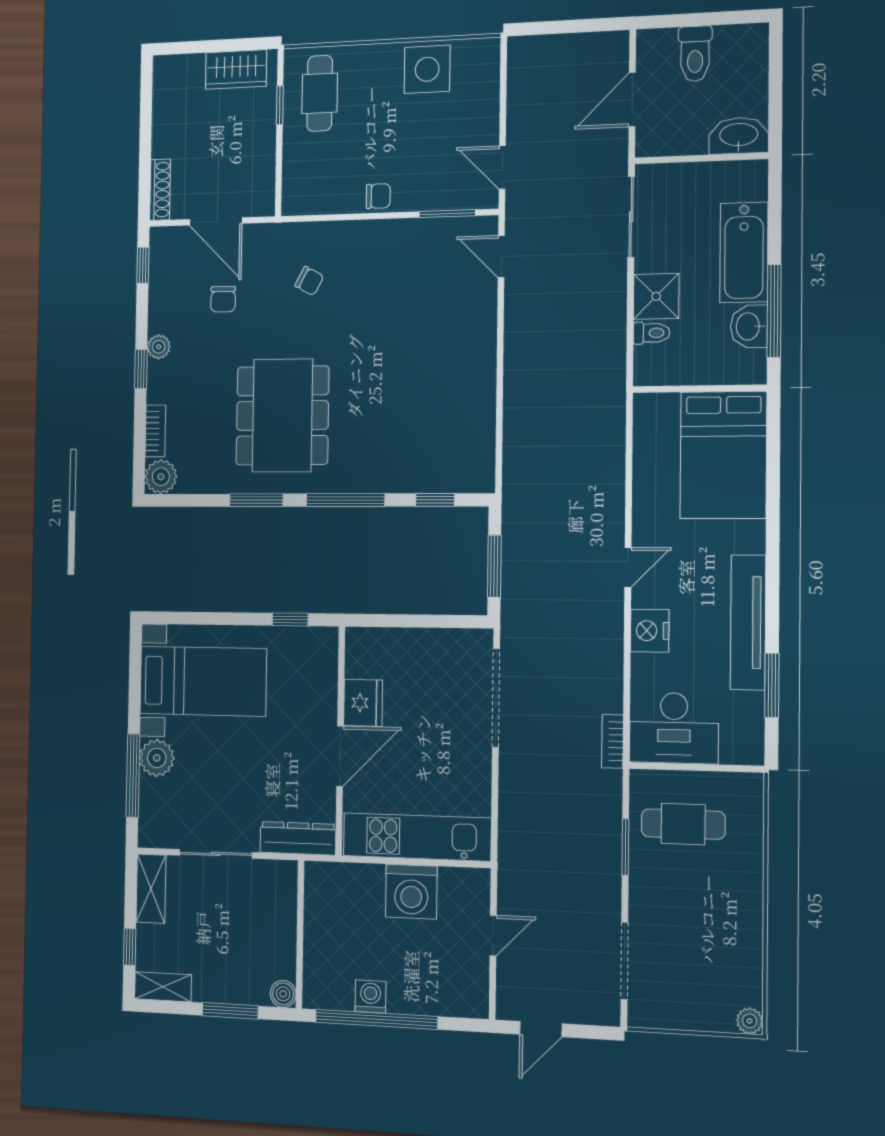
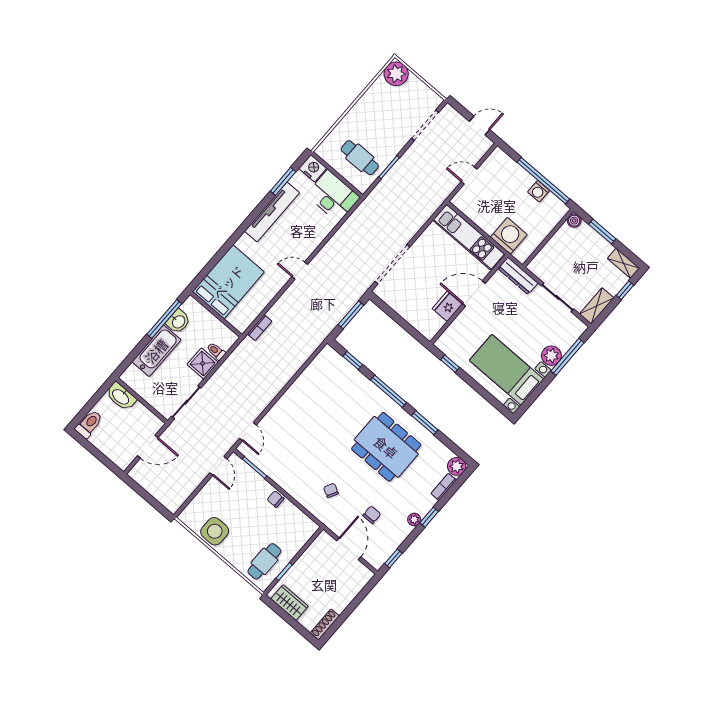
toilet: (695, 54) -> (89, 424), moved
shoe rack: (160, 190) -> (325, 624), moved
dining table: (282, 416) -> (386, 447), turned 90
nightstand: (650, 631) -> (313, 168), moved, turned -90
bookcase: (613, 741) -> (260, 328), moved
washing machine: (411, 892) -> (509, 236), moved
plant: (750, 1021) -> (396, 74), width x1.88, depth x1.88

